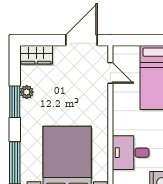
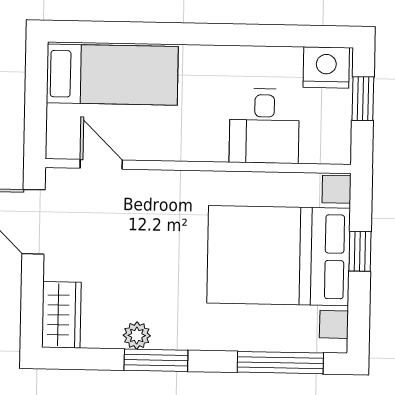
door: (110, 73) -> (101, 164), hinge flipped

